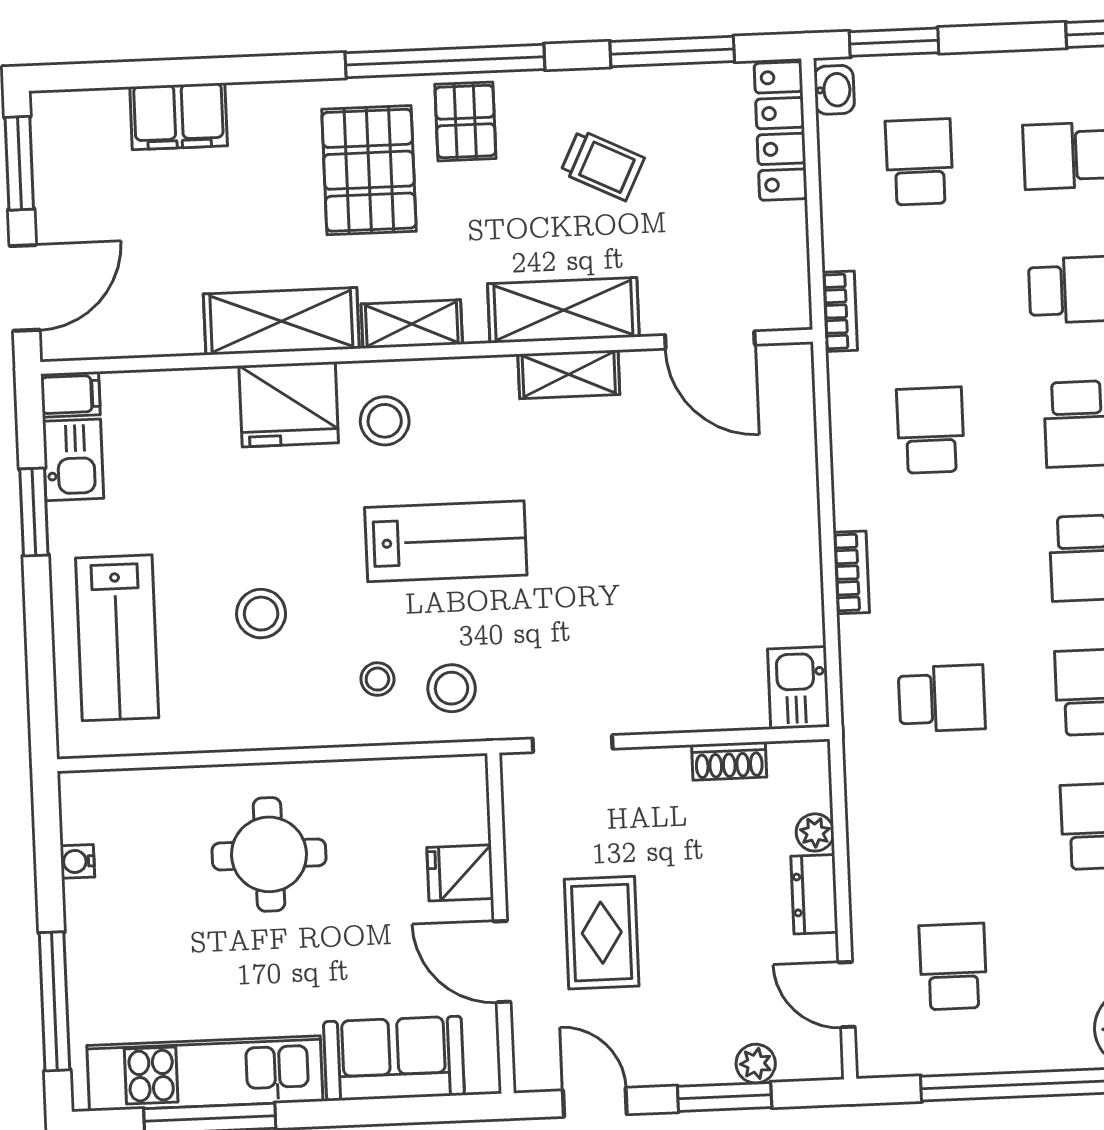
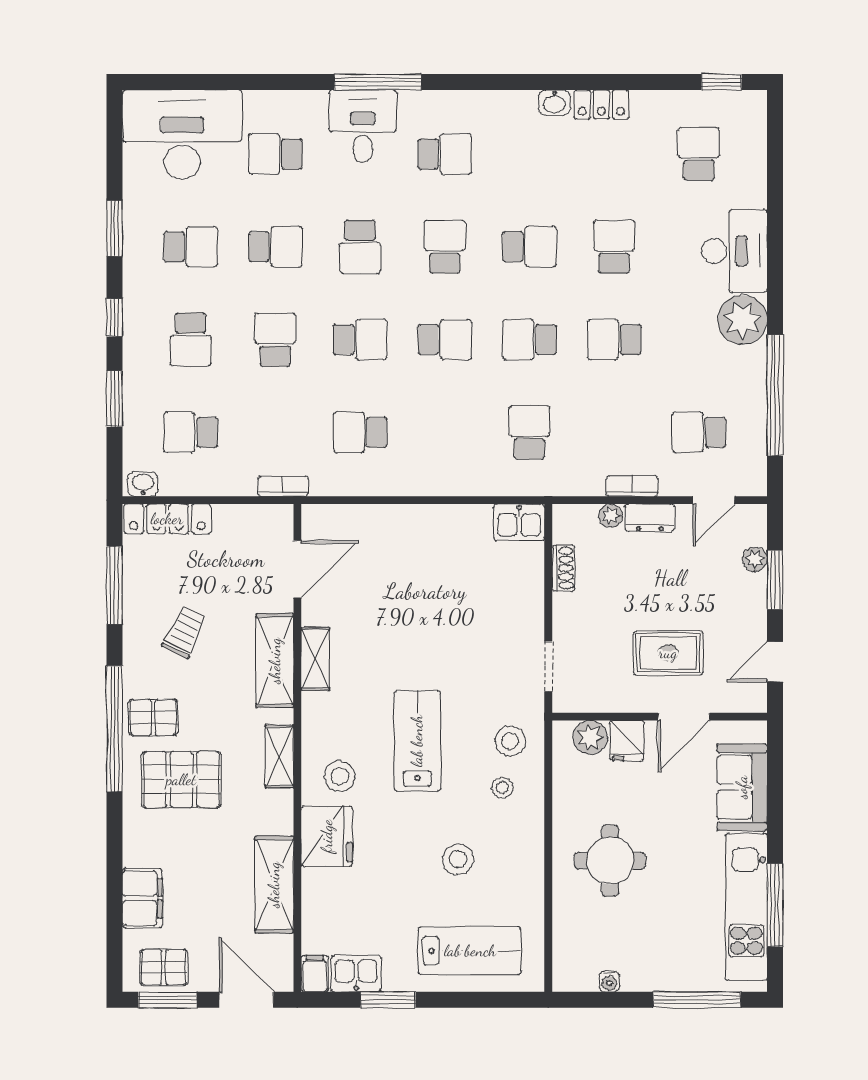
window: (894, 42) -> (115, 399), moved
pallet: (70, 155) -> (164, 967), added
shelving: (281, 321) -> (274, 885), moved
bookcase: (851, 572) -> (632, 486), moved
plant: (463, 815) -> (590, 737), added

